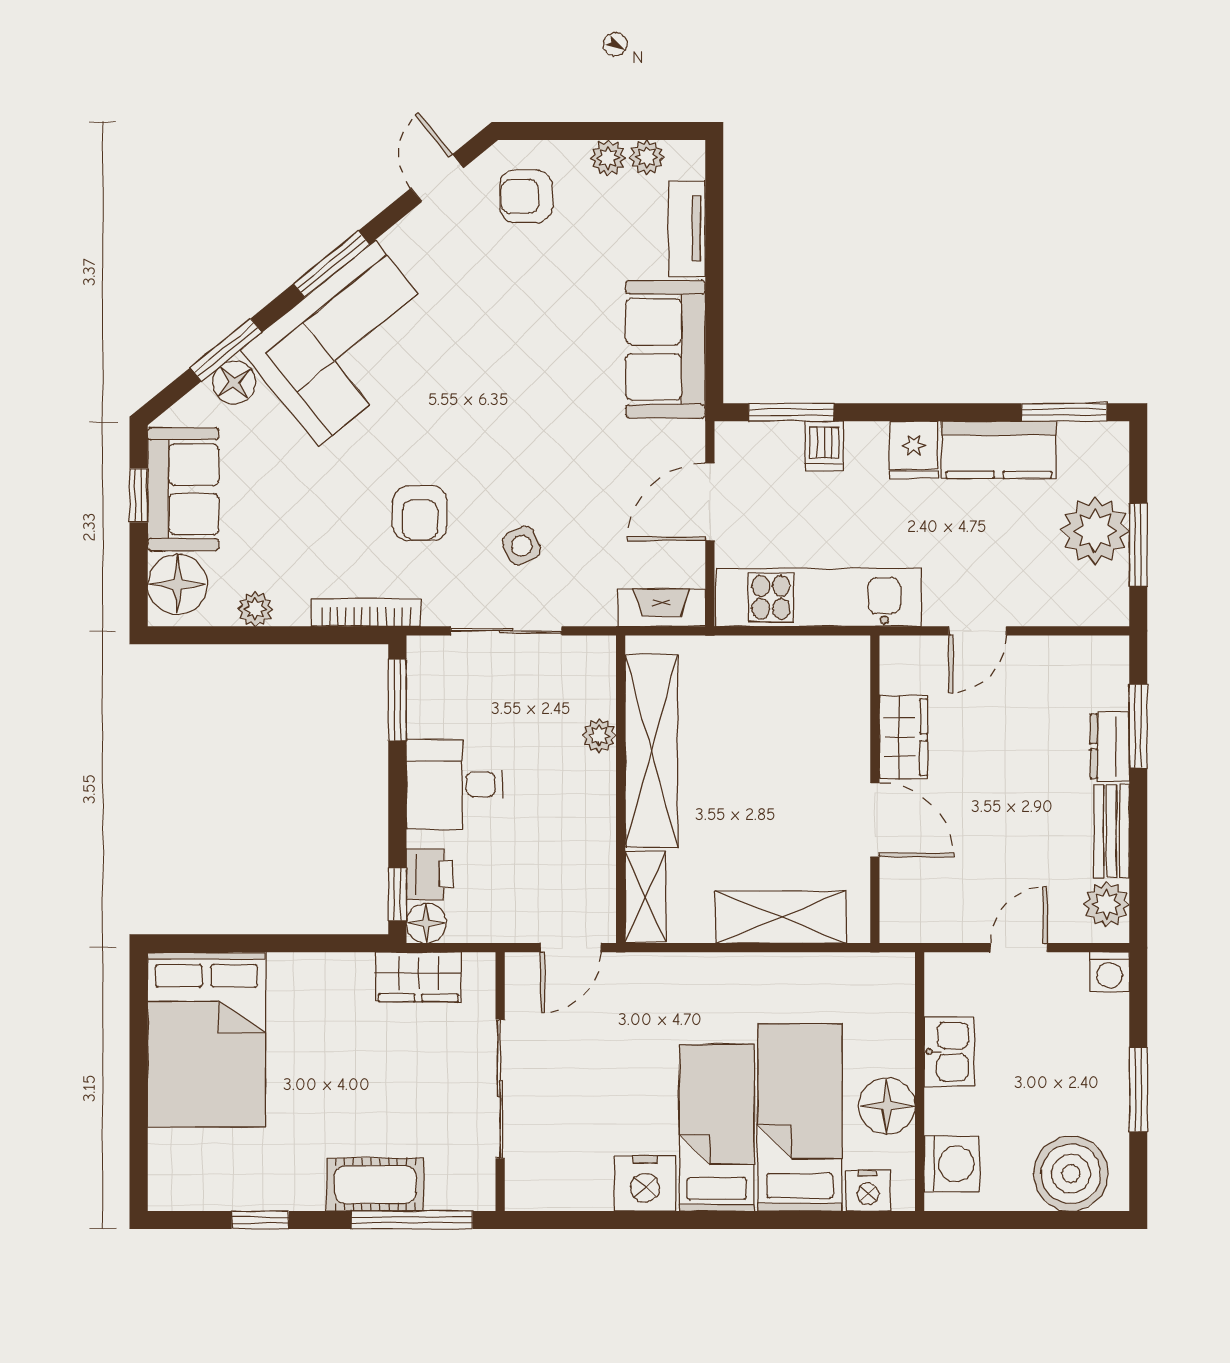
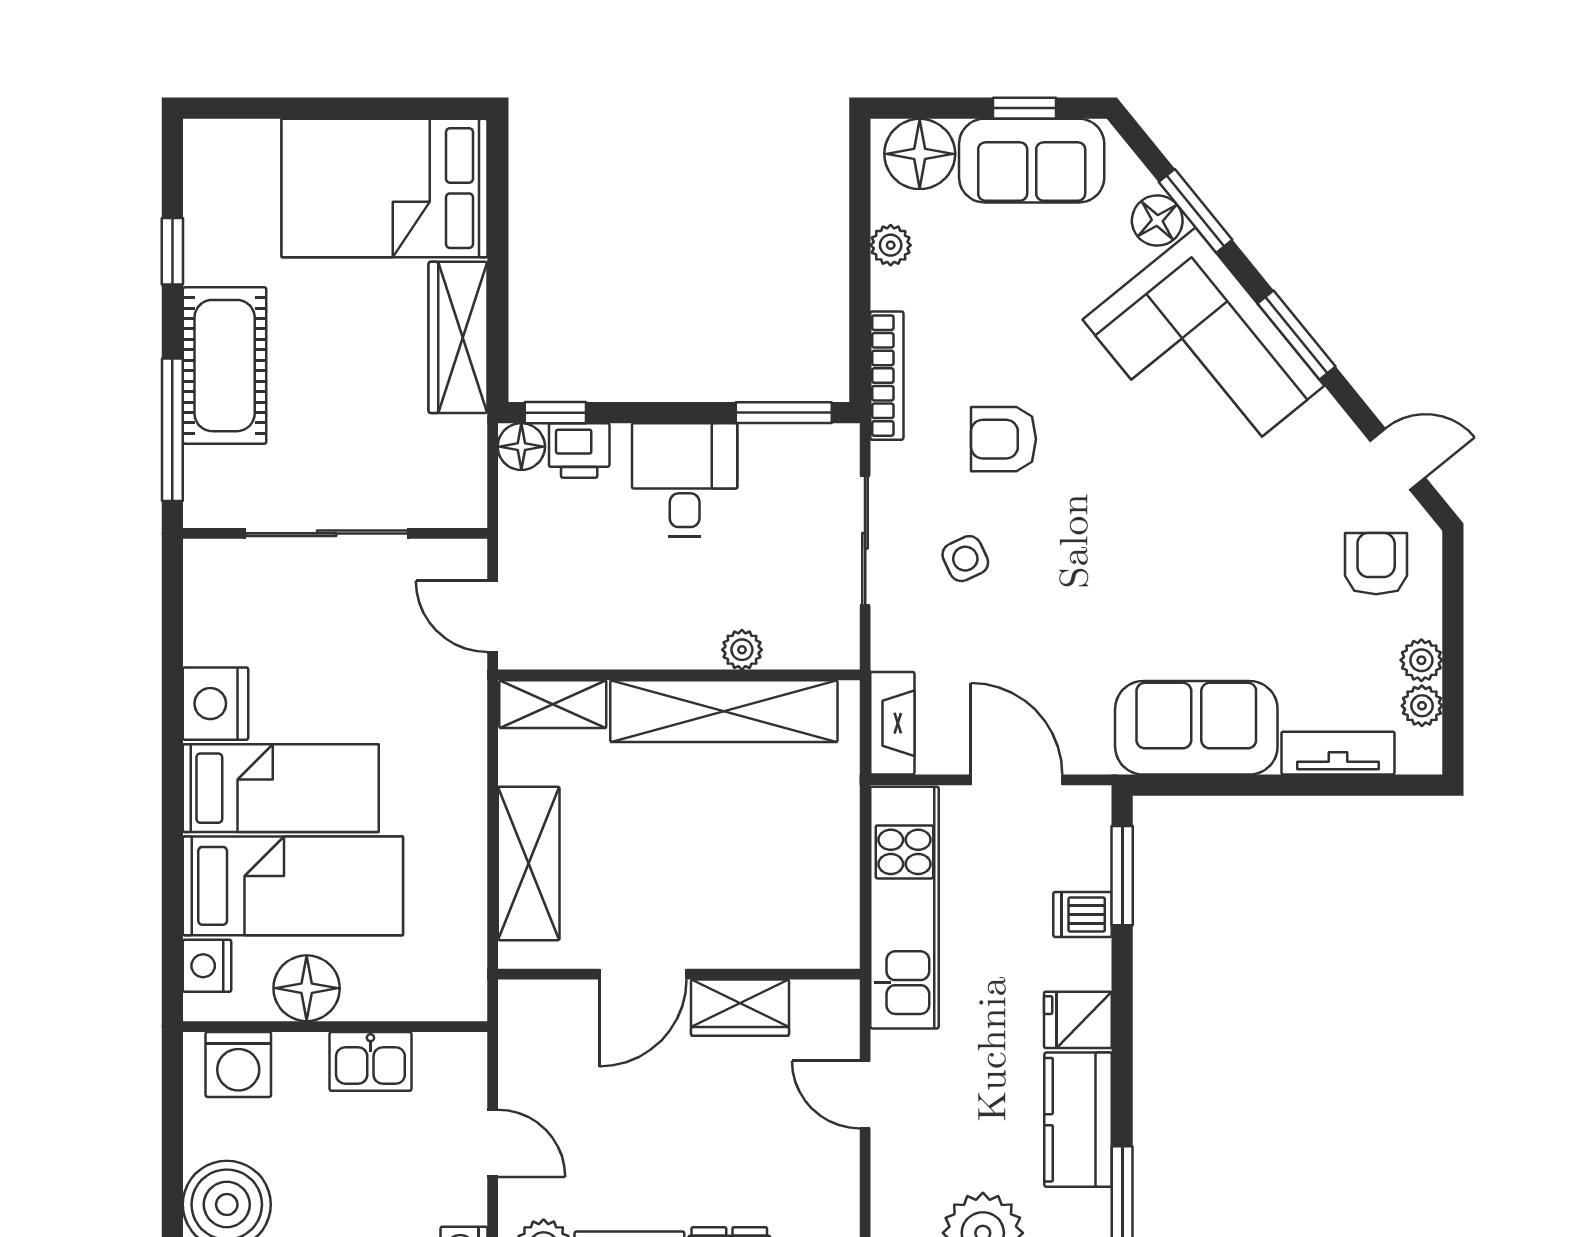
wardrobe: (418, 977) -> (458, 337), moved, width x1.50
cot: (375, 1185) -> (225, 366), width x1.37, depth x1.34

